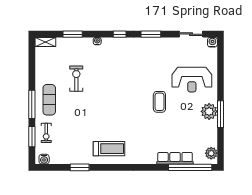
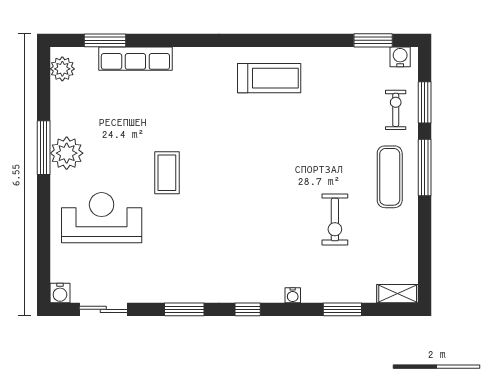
treadmill: (109, 149) -> (269, 78), turned 180
window: (80, 167) -> (373, 40), moved
window: (190, 167) -> (105, 40), width x0.47

